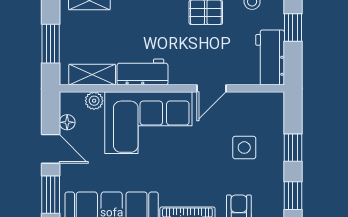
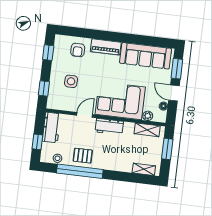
workbench: (142, 72) -> (109, 127), moved
window: (293, 148) -> (44, 88), moved

